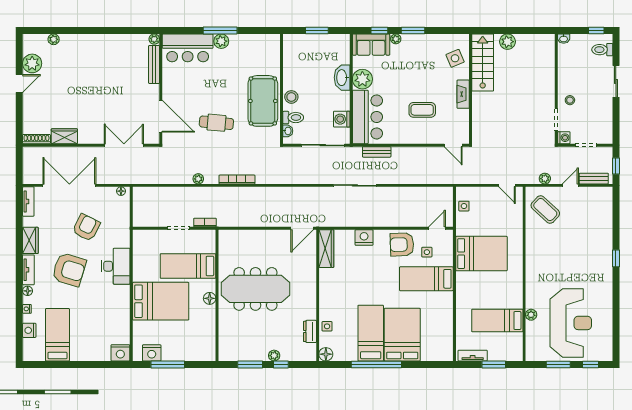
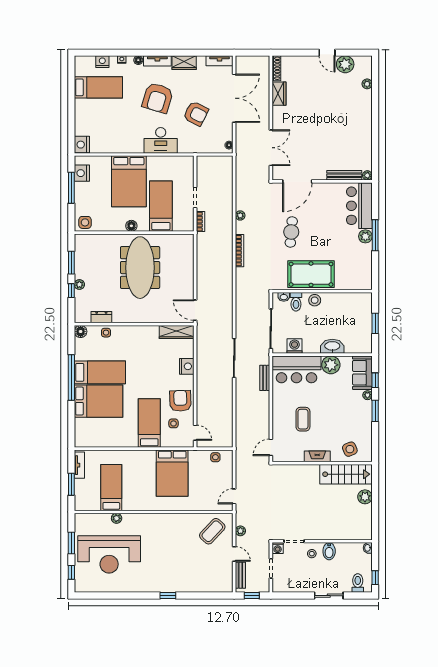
bidet: (567, 81) -> (329, 551), added
side table: (206, 349) -> (85, 222), added

